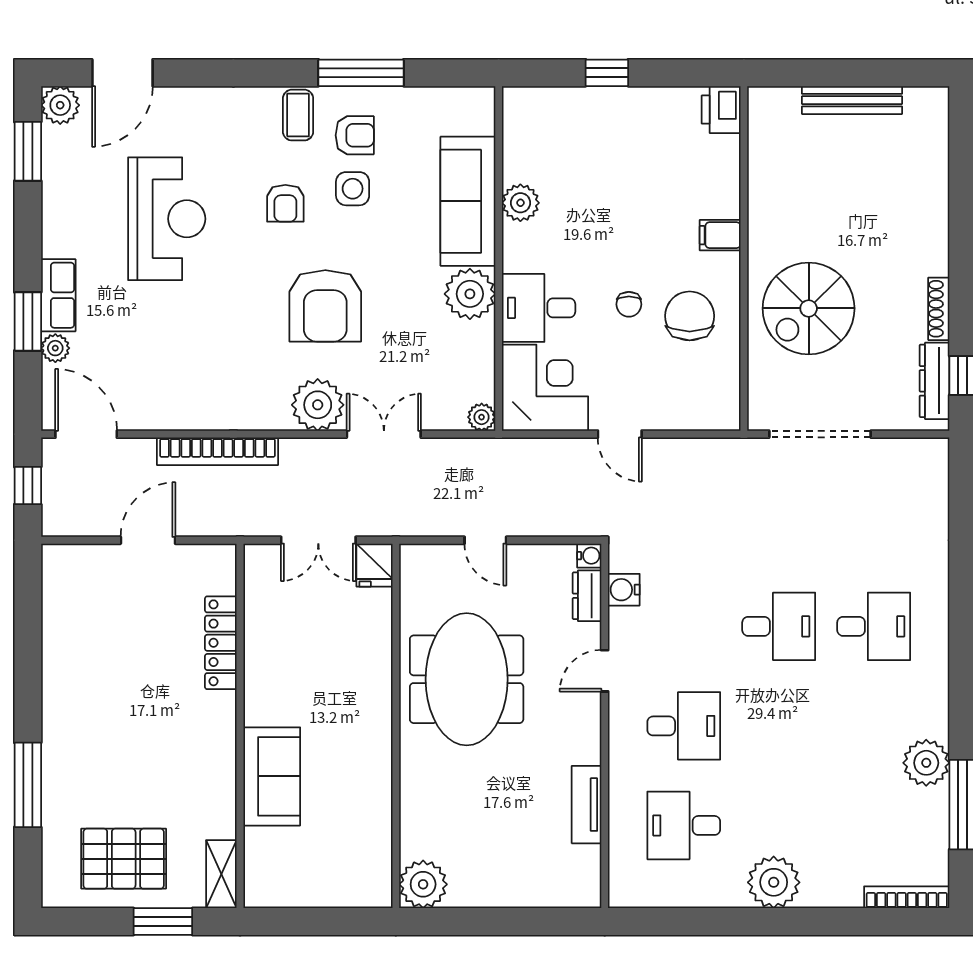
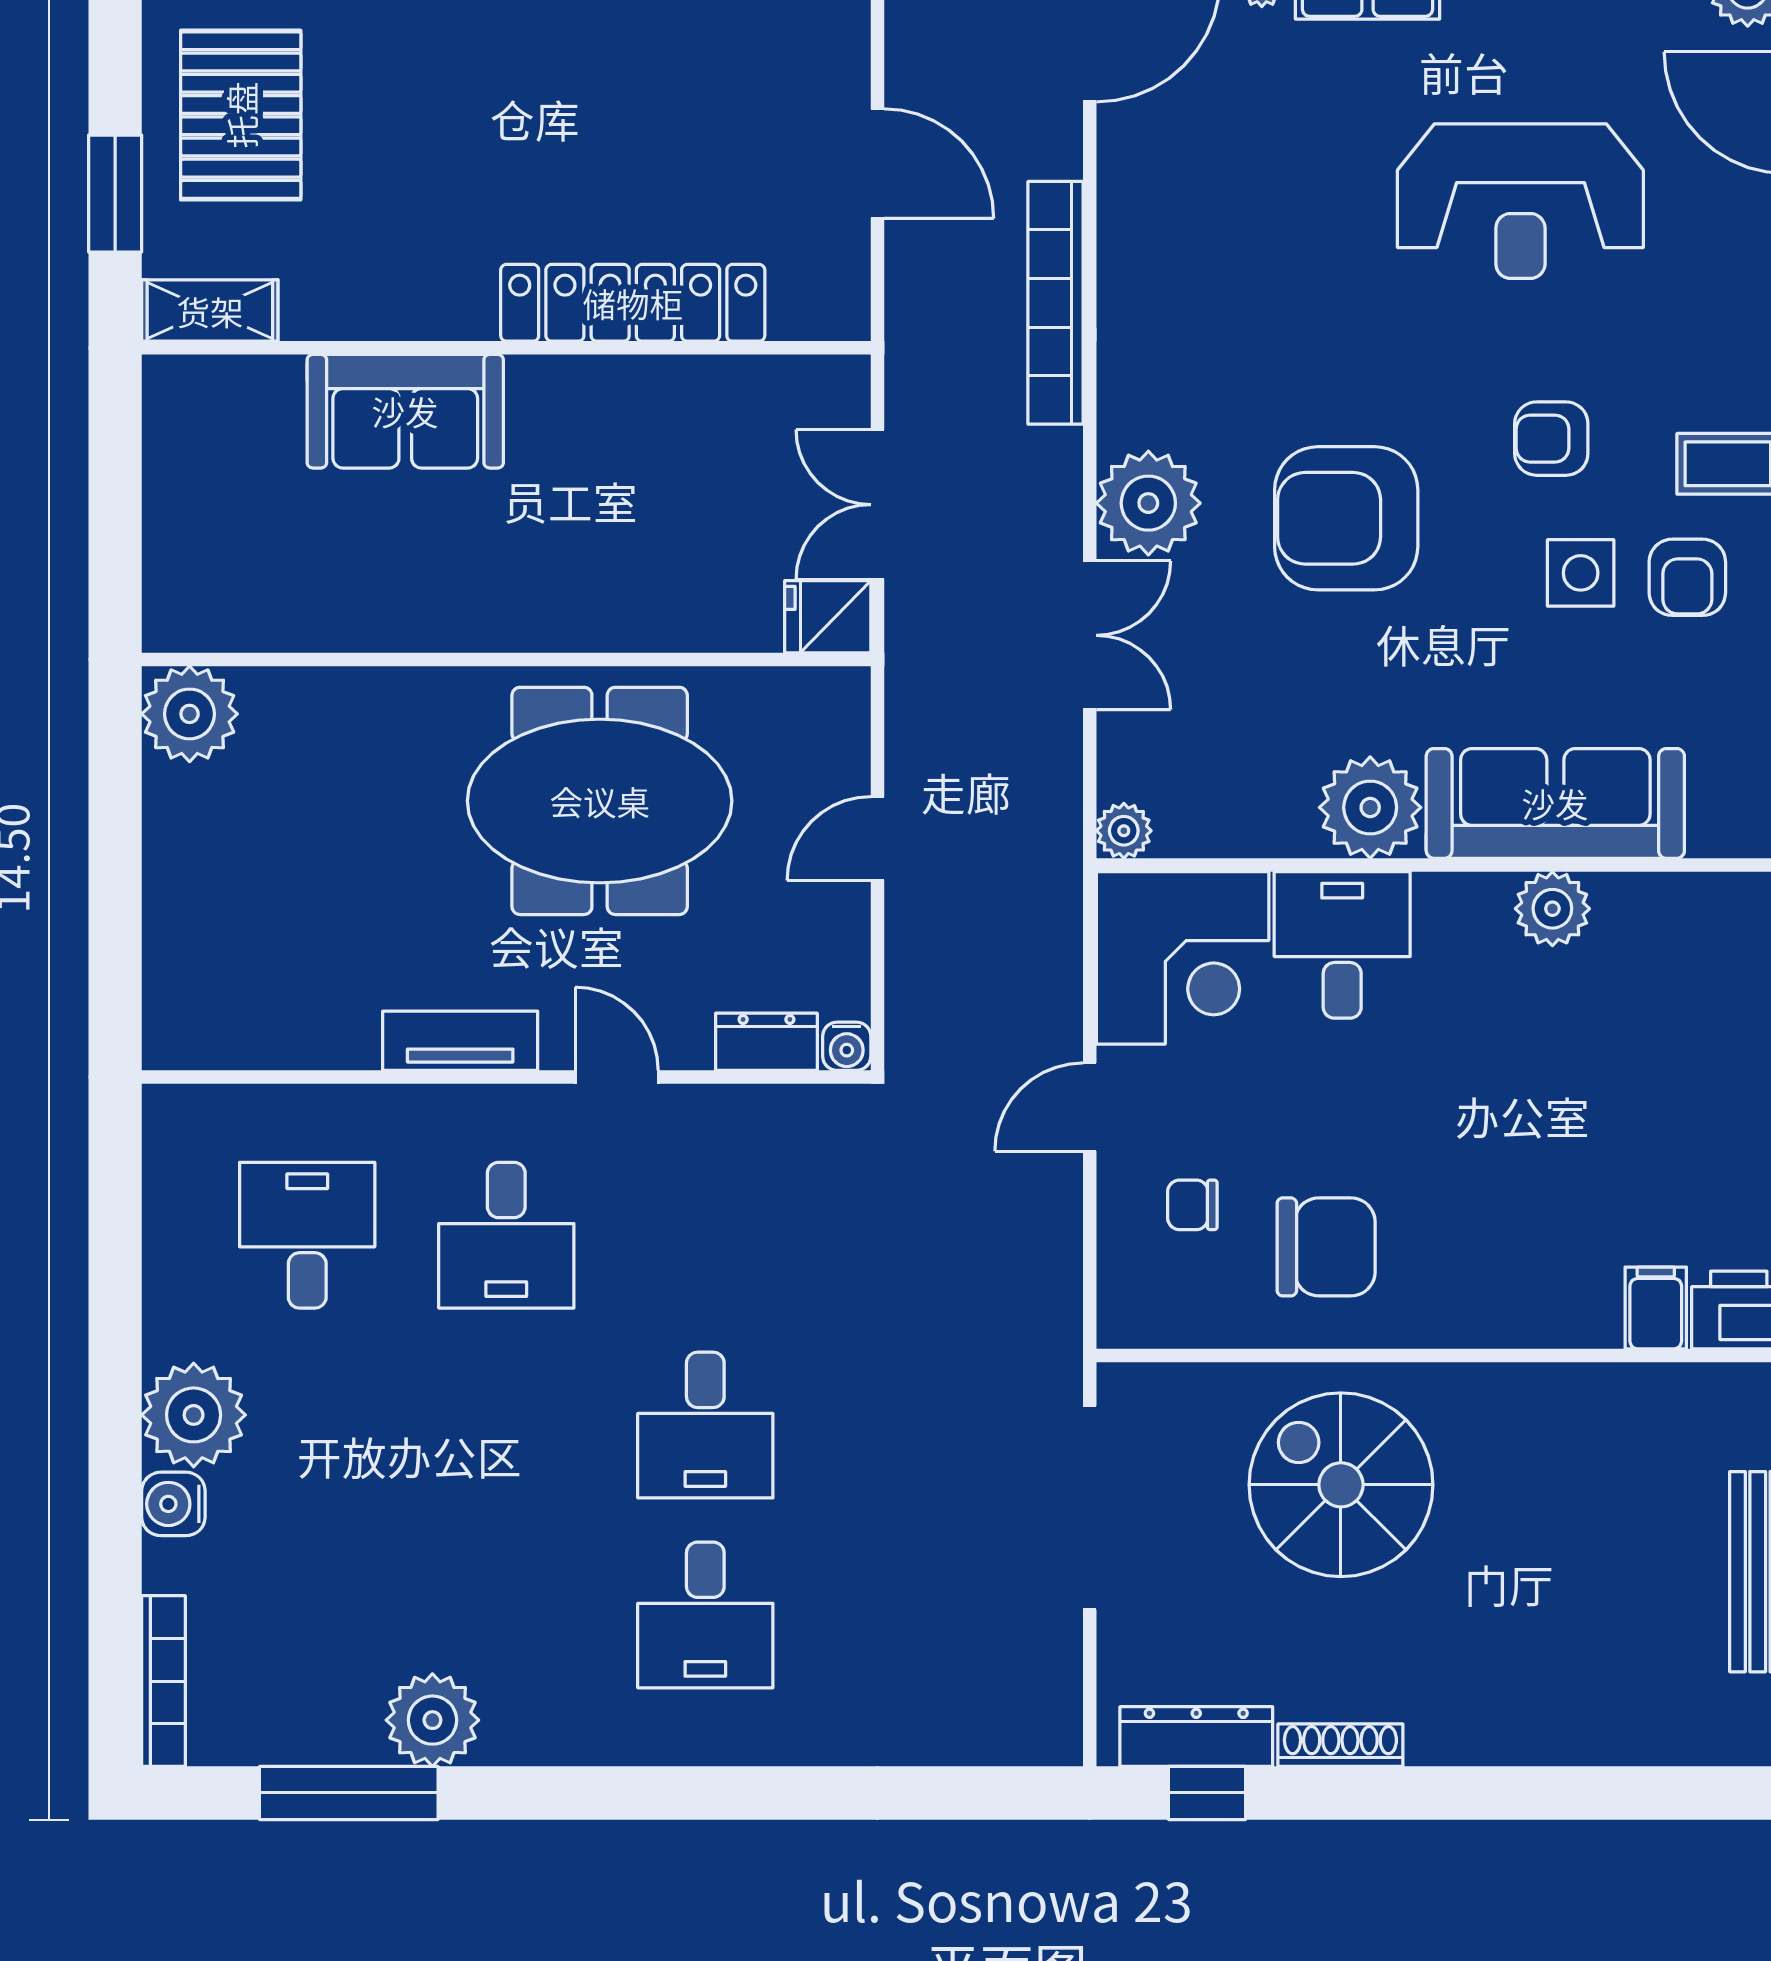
filing cabinet: (720, 235) -> (1656, 1308), moved
chair: (629, 304) -> (1192, 1205), moved
water cooler: (624, 590) -> (173, 1504), moved, turned -90
locker: (221, 643) -> (633, 303), width x1.41, depth x1.21
tv unit: (587, 805) -> (460, 1041), moved

